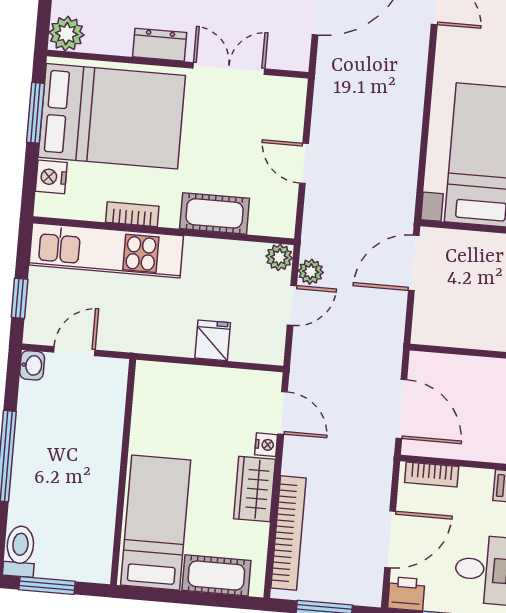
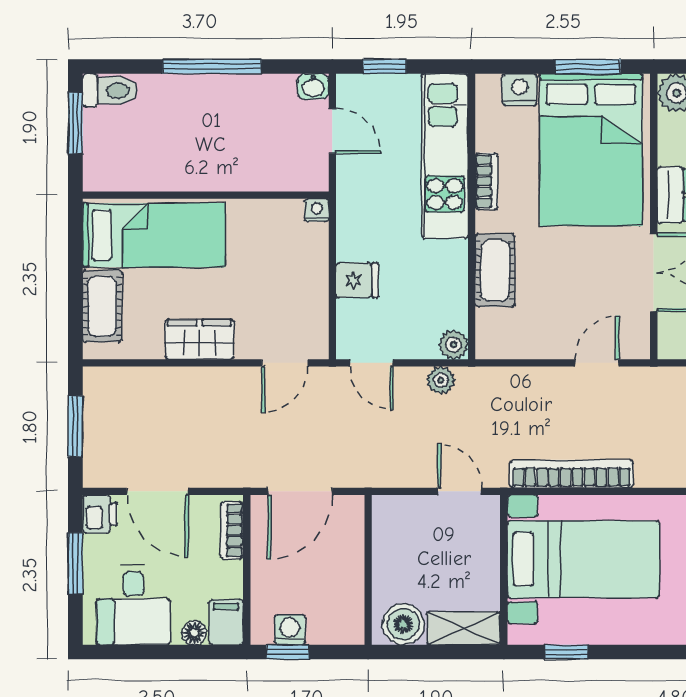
door: (304, 163) -> (597, 363), moved
door: (414, 263) -> (460, 491), width x0.73
door: (292, 305) -> (371, 363), moved
nightstand: (266, 445) -> (317, 210), moved, turned 180
bookcase: (288, 533) -> (572, 474), moved, turned 180

